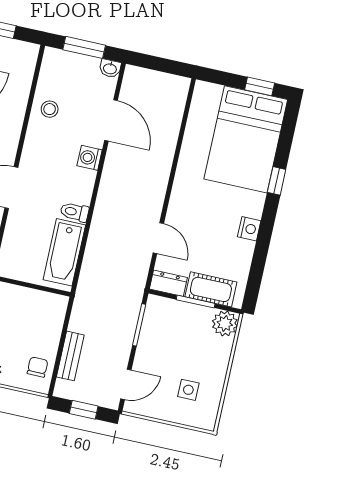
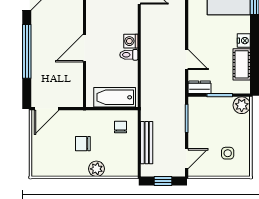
washing machine: (90, 158) -> (131, 41), moved
bathtub: (64, 252) -> (115, 97), moved, turned 90
cot: (211, 289) -> (242, 64), moved, turned 90
bench: (70, 356) -> (147, 143), width x1.36
chair: (38, 367) -> (120, 127), moved

